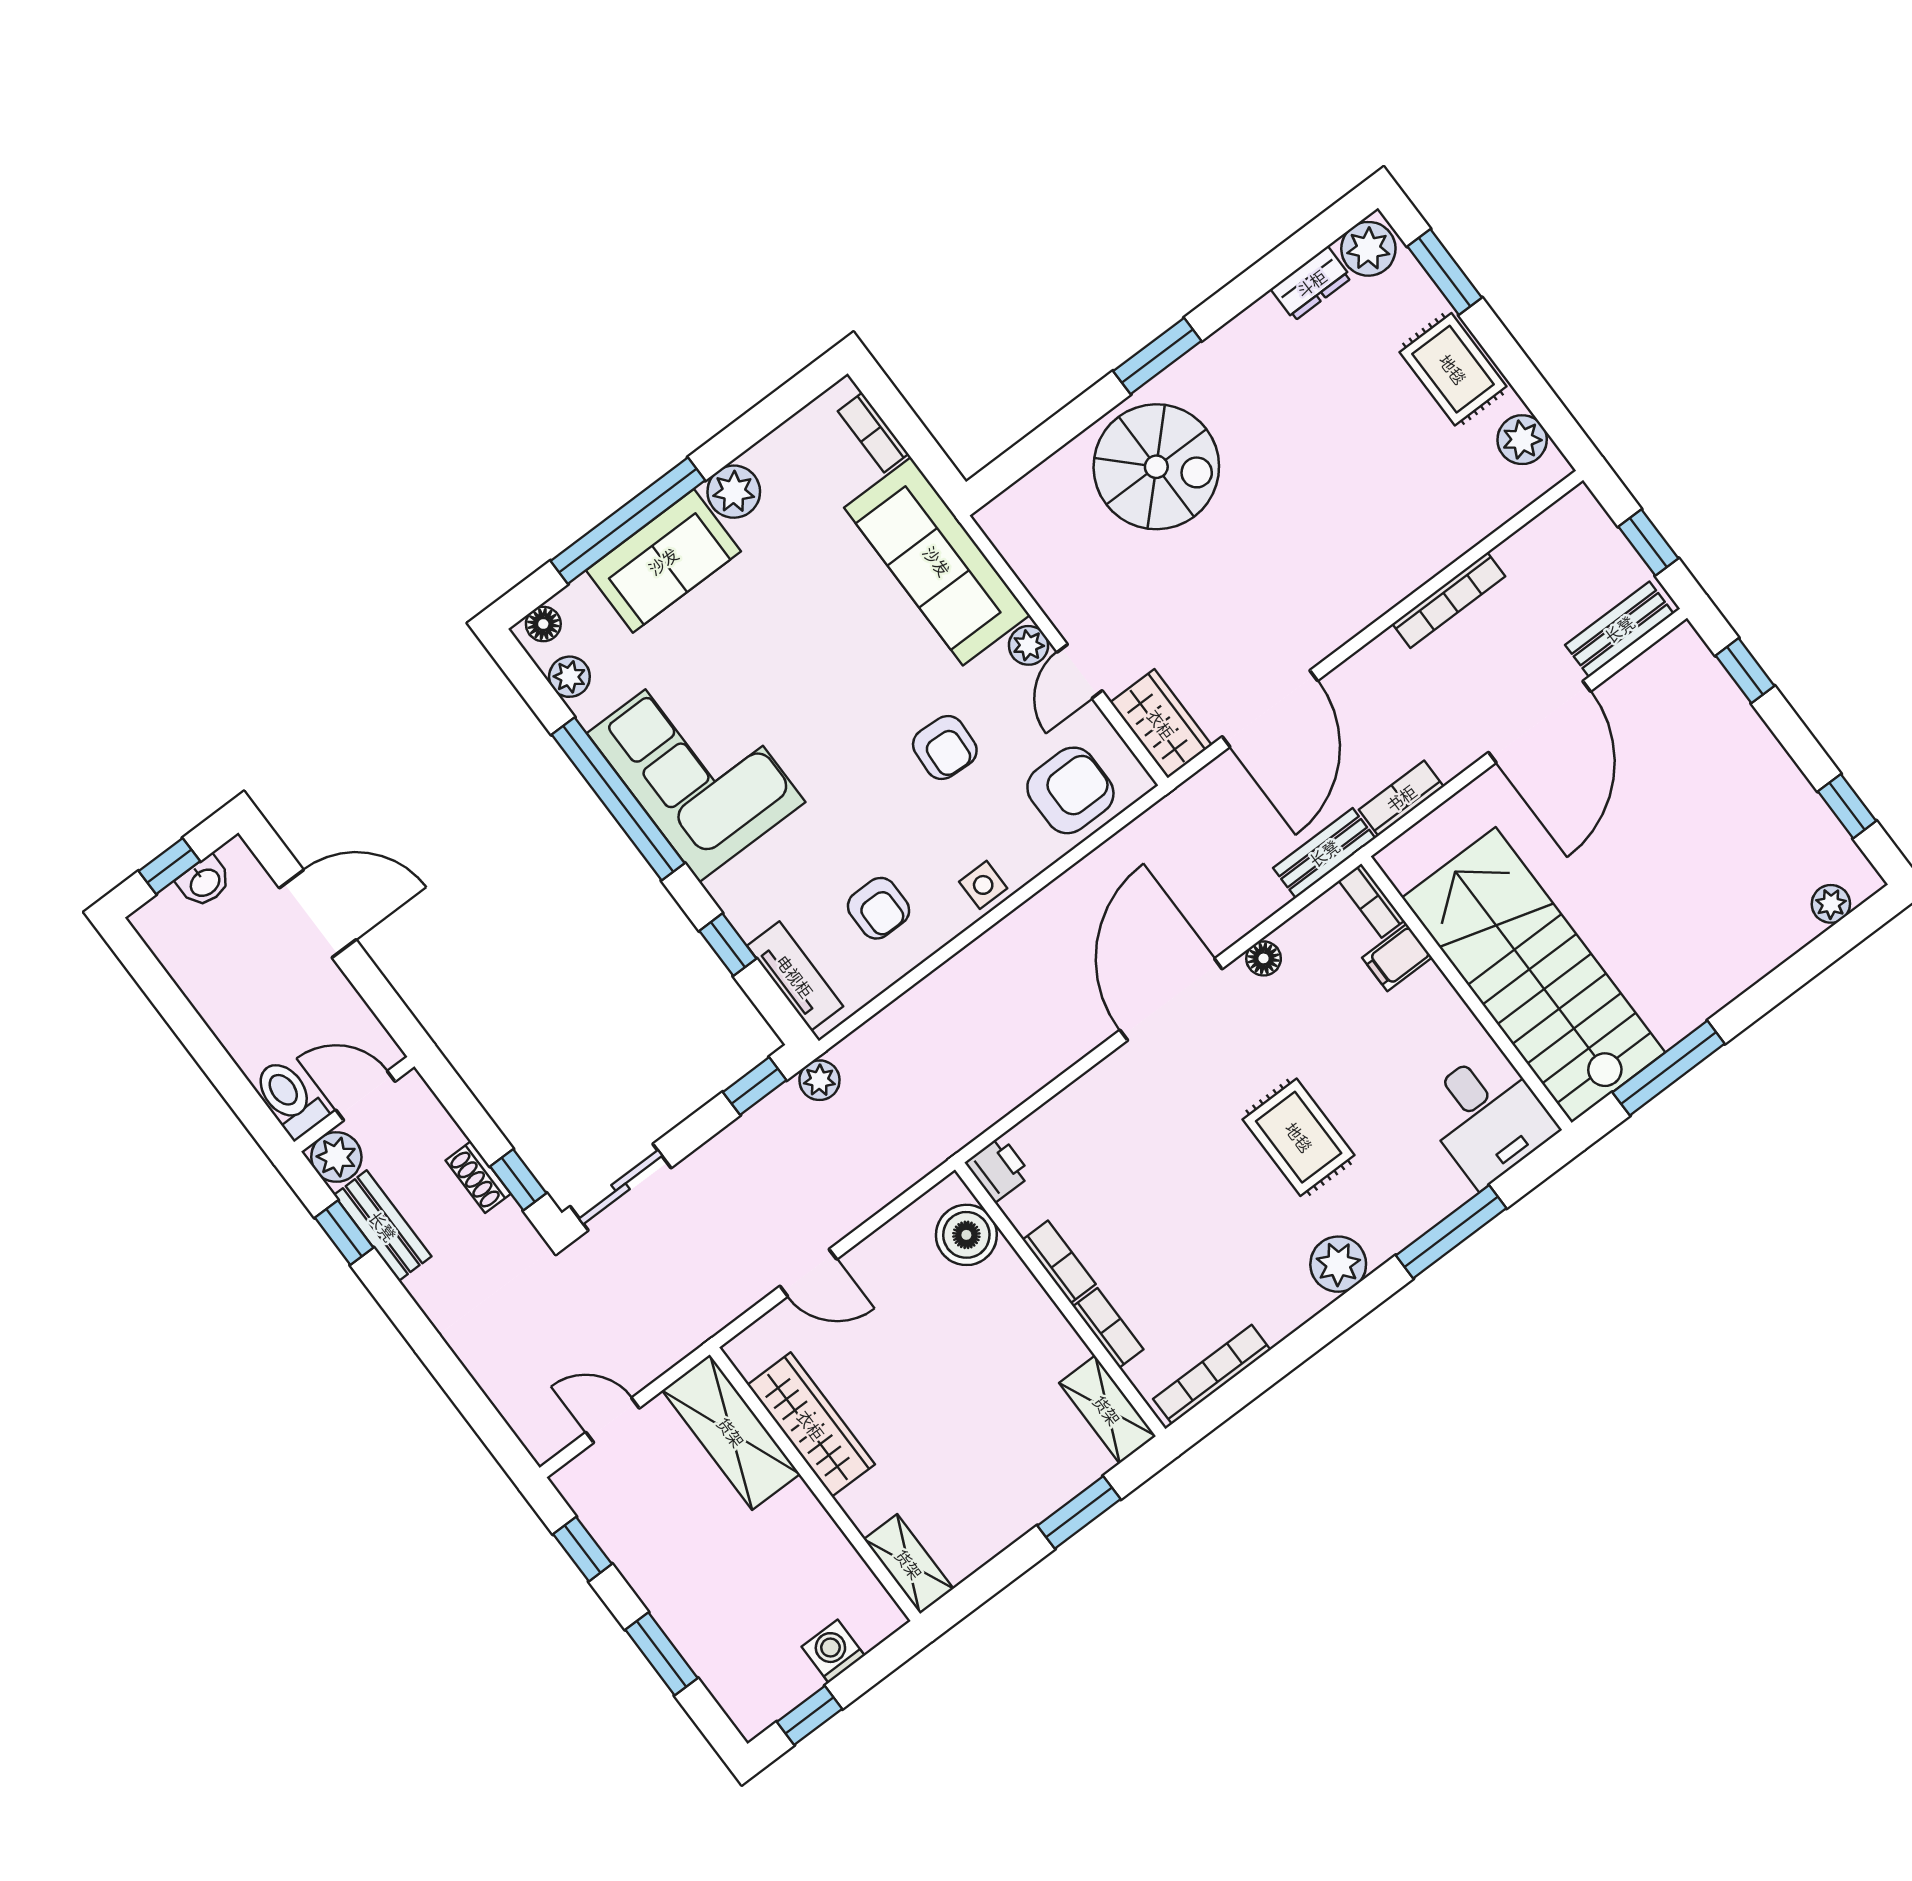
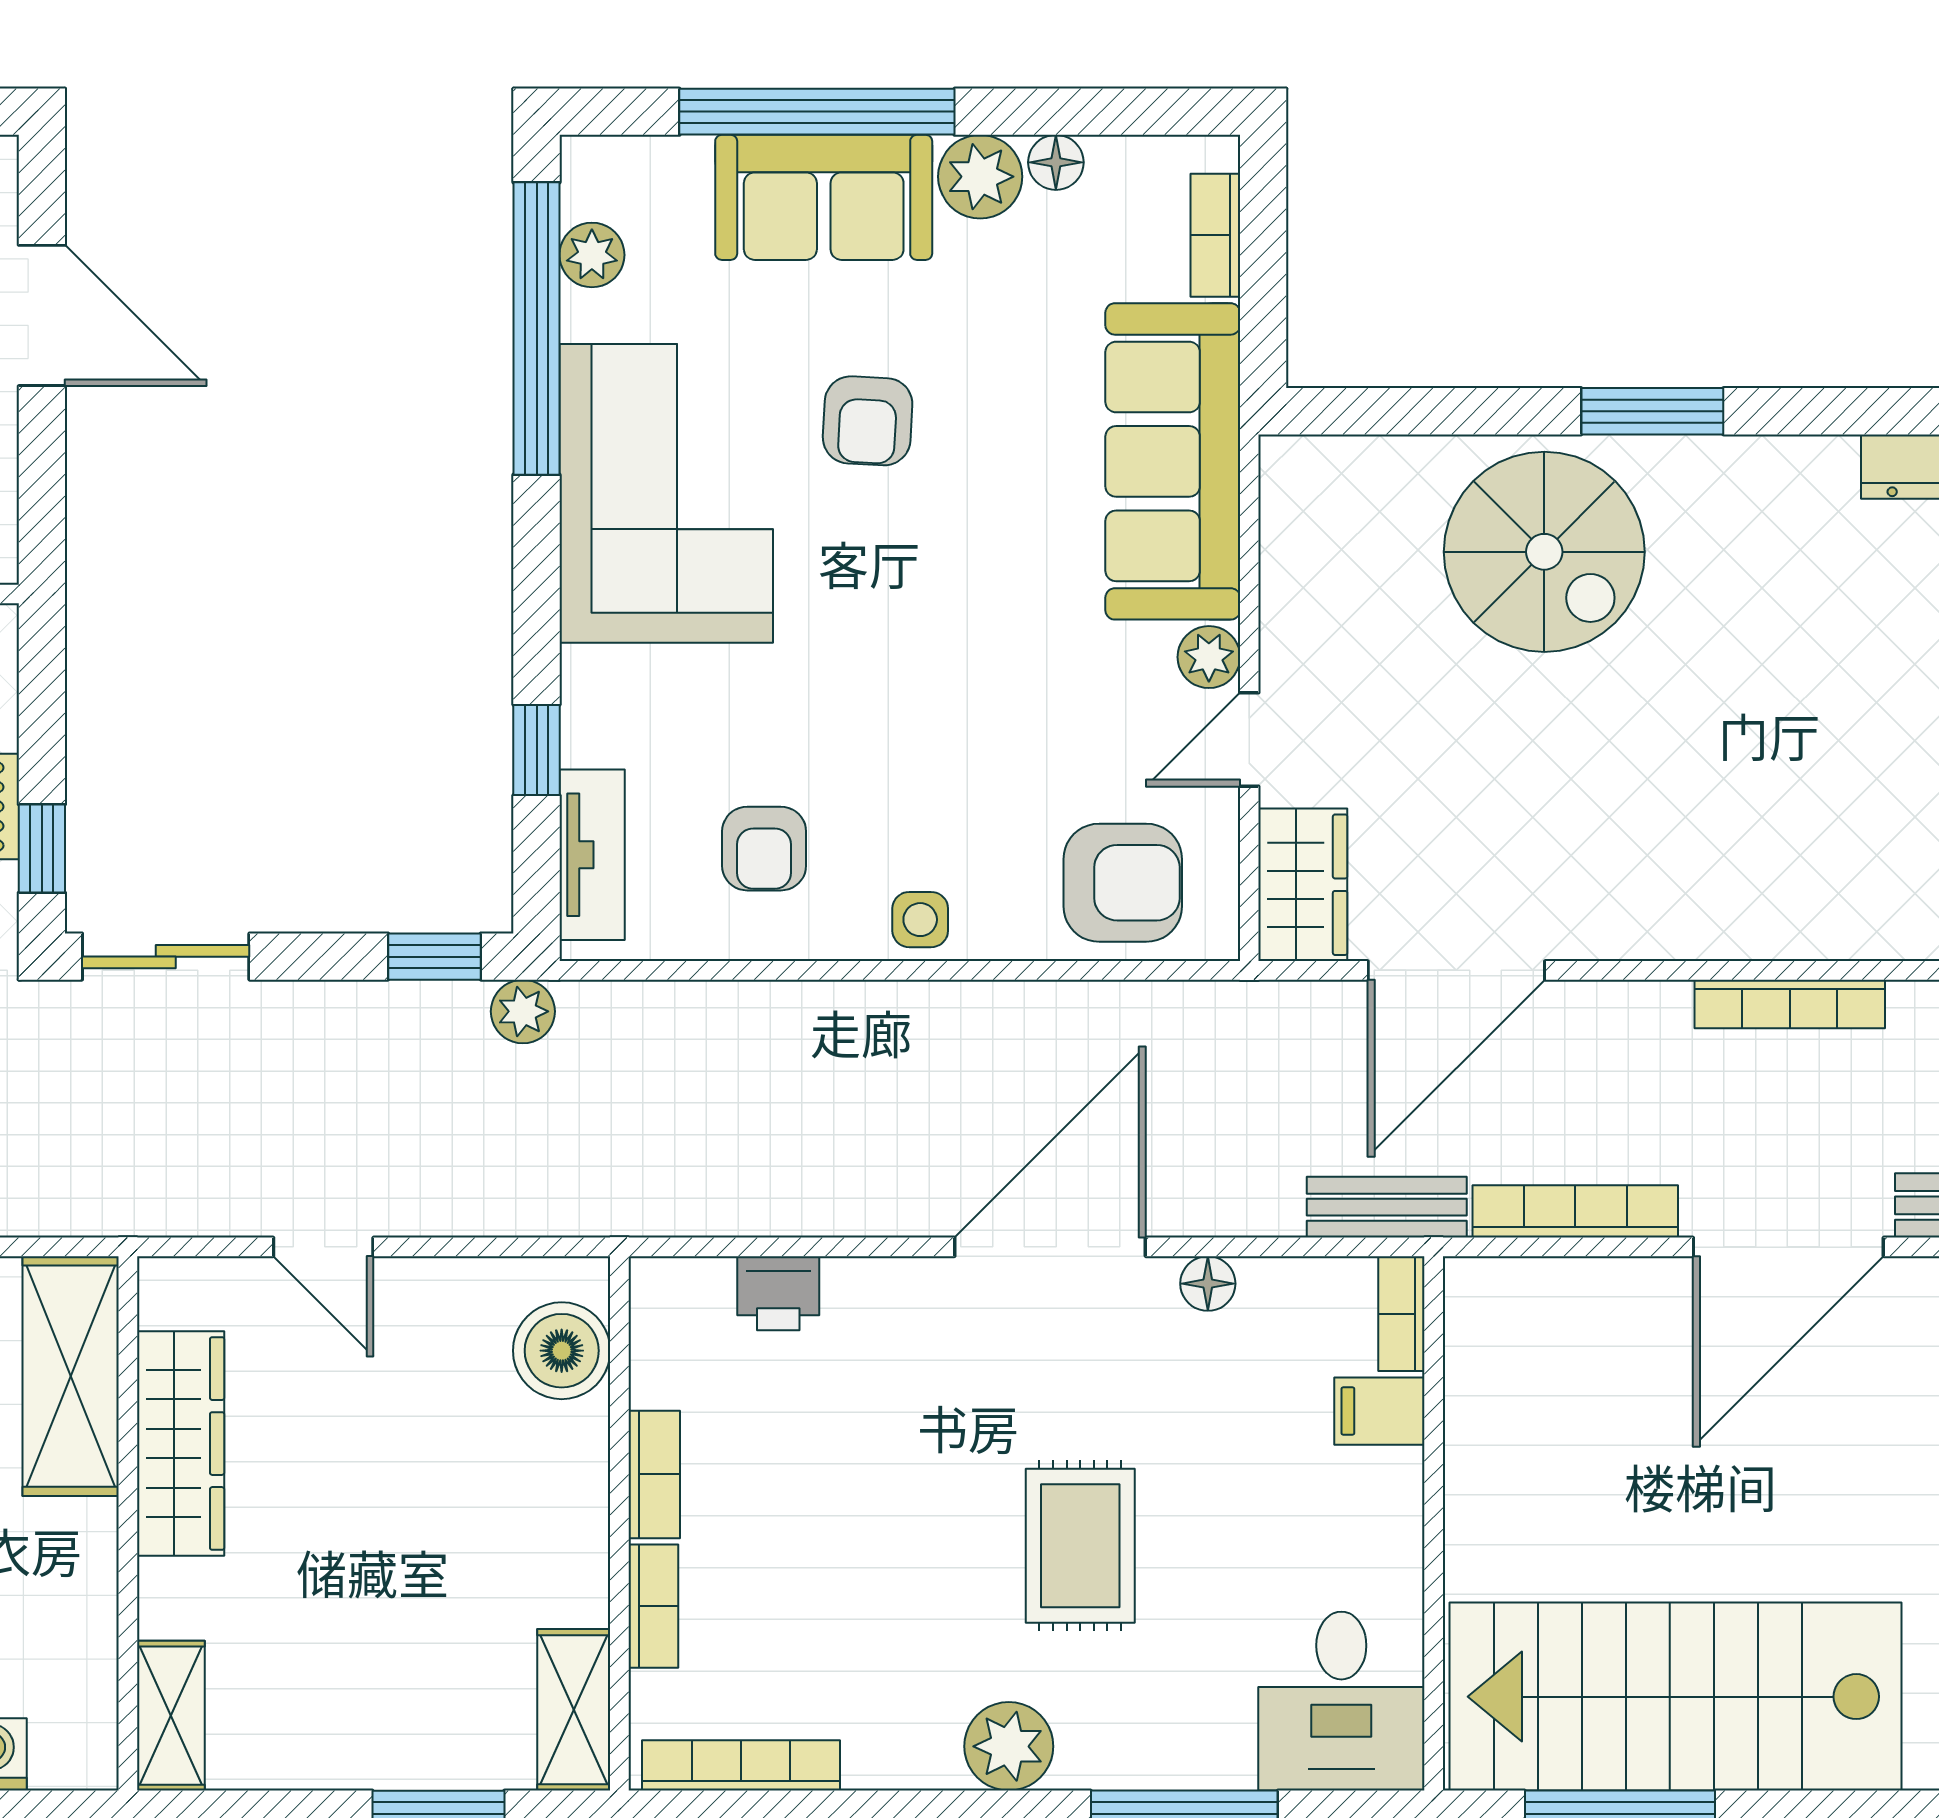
floor lamp: (543, 624) -> (1056, 162), moved
armchair: (945, 748) -> (868, 421), moved
bookcase: (1401, 798) -> (1575, 1211), width x1.56
window: (618, 799) -> (537, 328), moved
stairs: (1534, 975) -> (1676, 1697), moved, turned -90
printer: (998, 1169) -> (778, 1293), moved, turned 90

